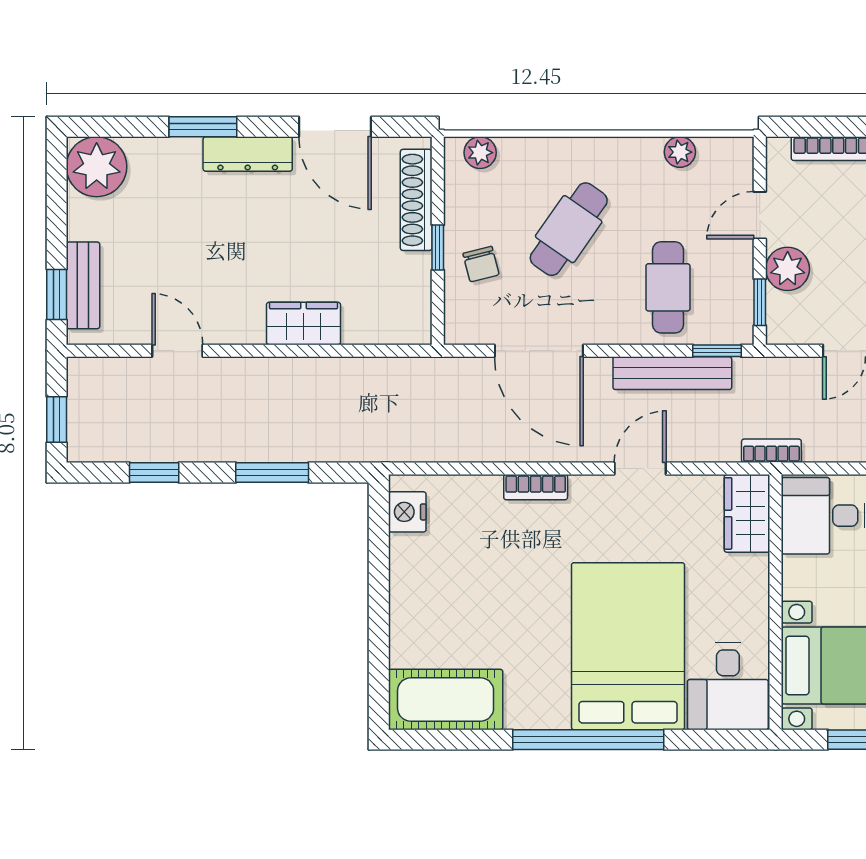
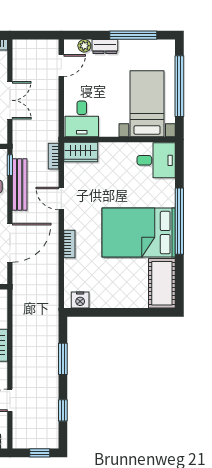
bookcase: (771, 451) -> (53, 156), moved
bed: (628, 646) -> (139, 233), moved

